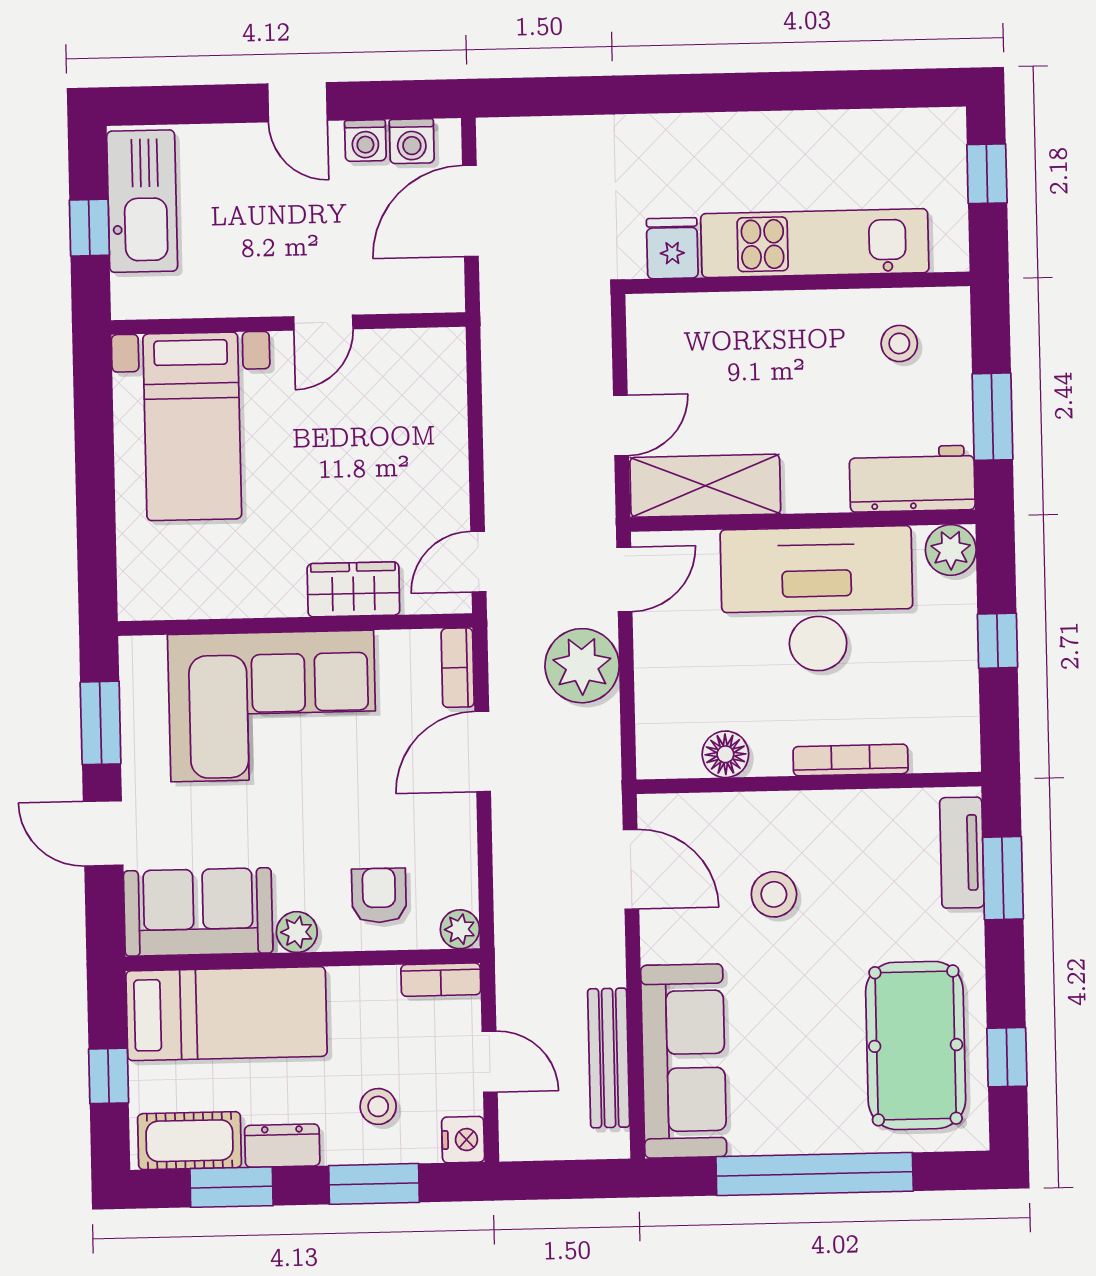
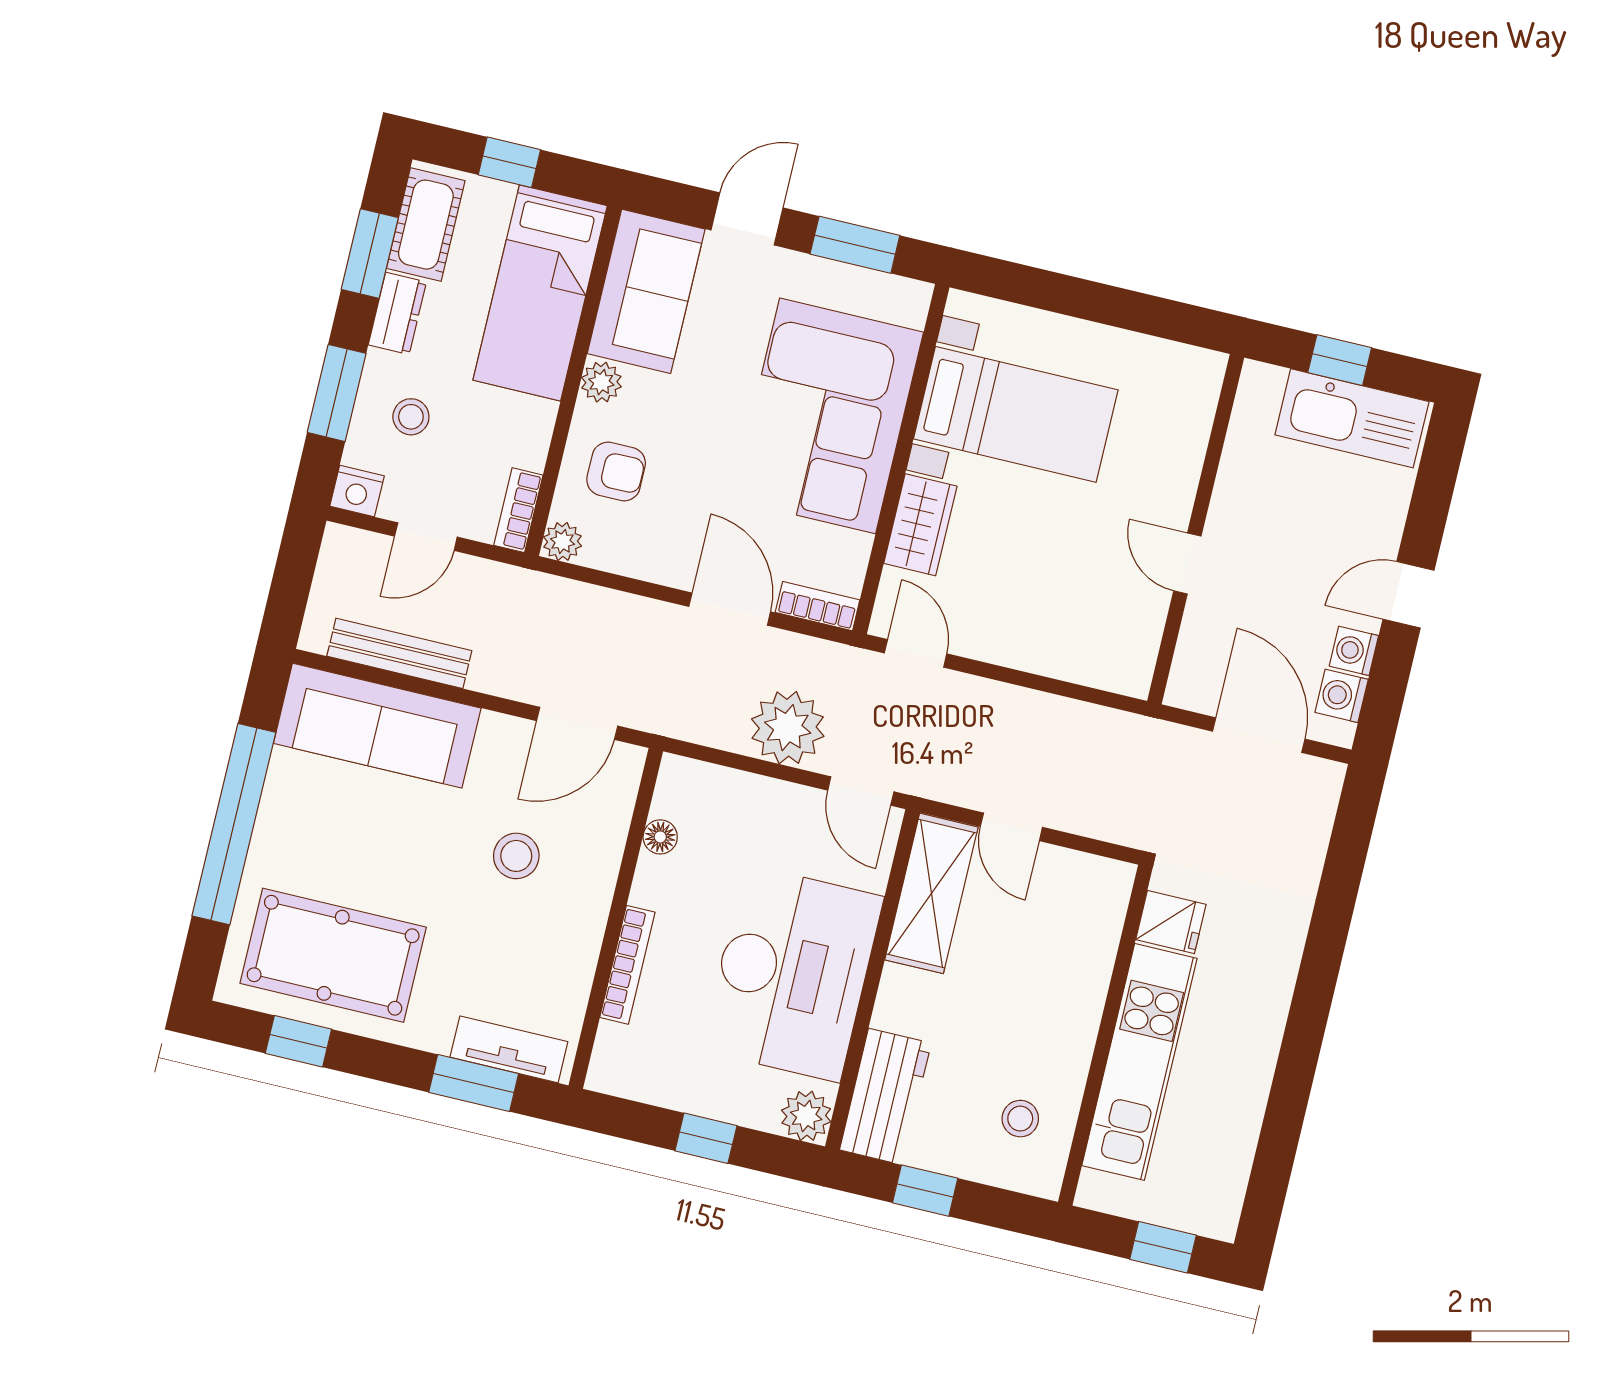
window: (992, 417) -> (925, 1191), width x0.67
bed with nightstands: (192, 426) -> (1016, 414), moved, turned 180
floor lamp: (725, 754) -> (660, 837), width x0.73, depth x0.73

